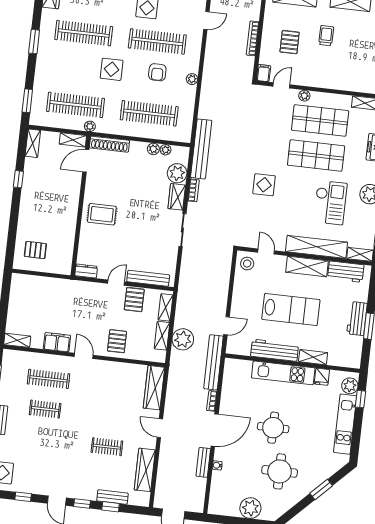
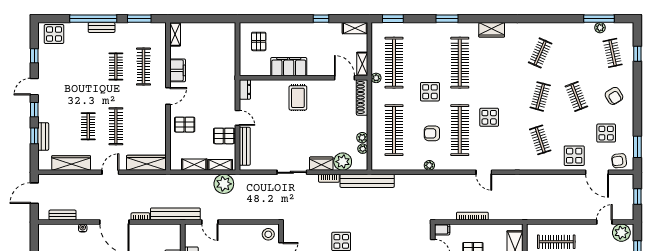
filing cabinet: (67, 220) -> (289, 67), added
plant: (183, 339) -> (224, 184), moved
clothes rail: (110, 416) -> (116, 126), added
bench: (203, 462) -> (63, 215), moved

